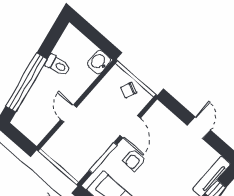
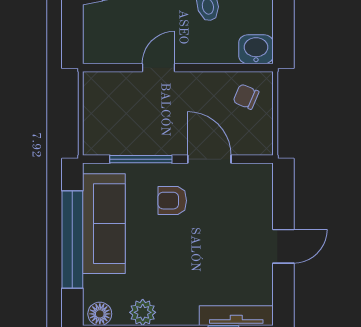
chair: (129, 90) -> (246, 97), moved
door: (130, 127) -> (209, 159), swing flipped

